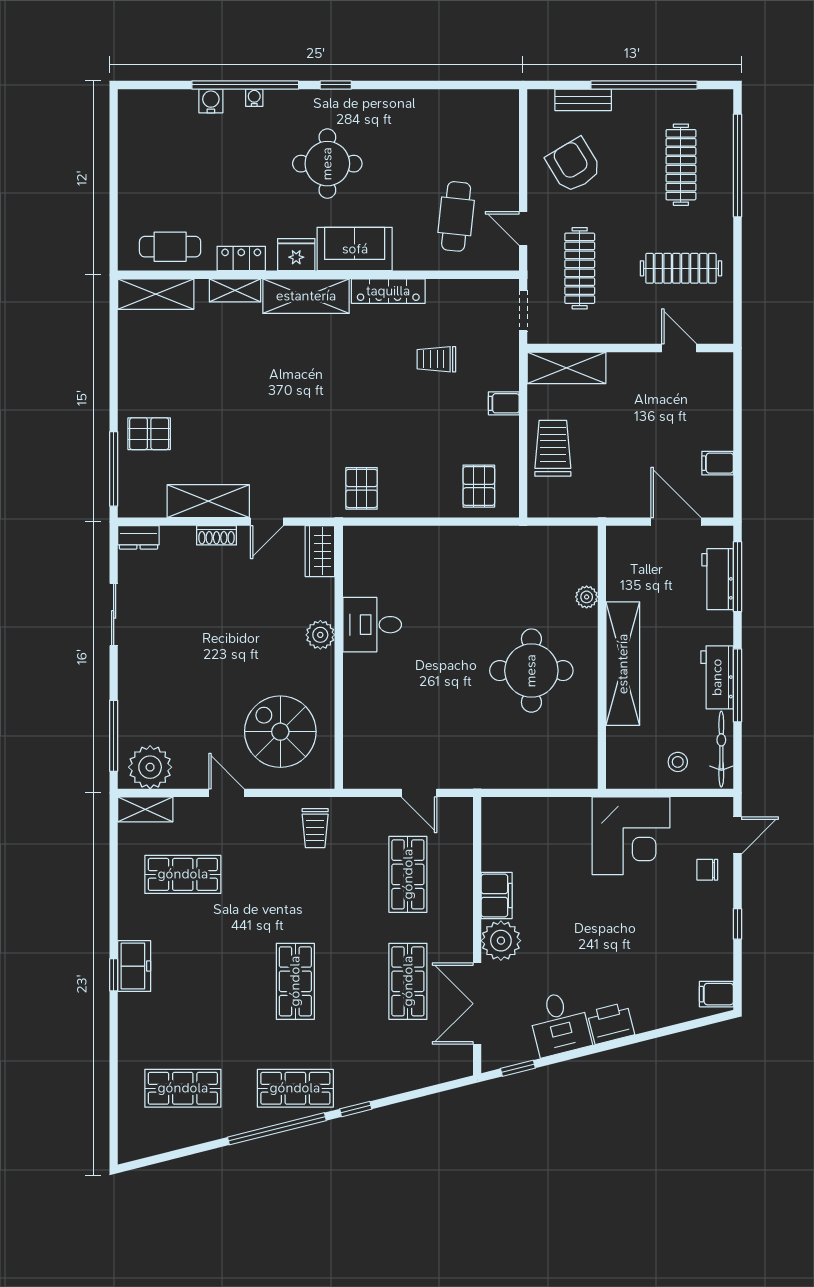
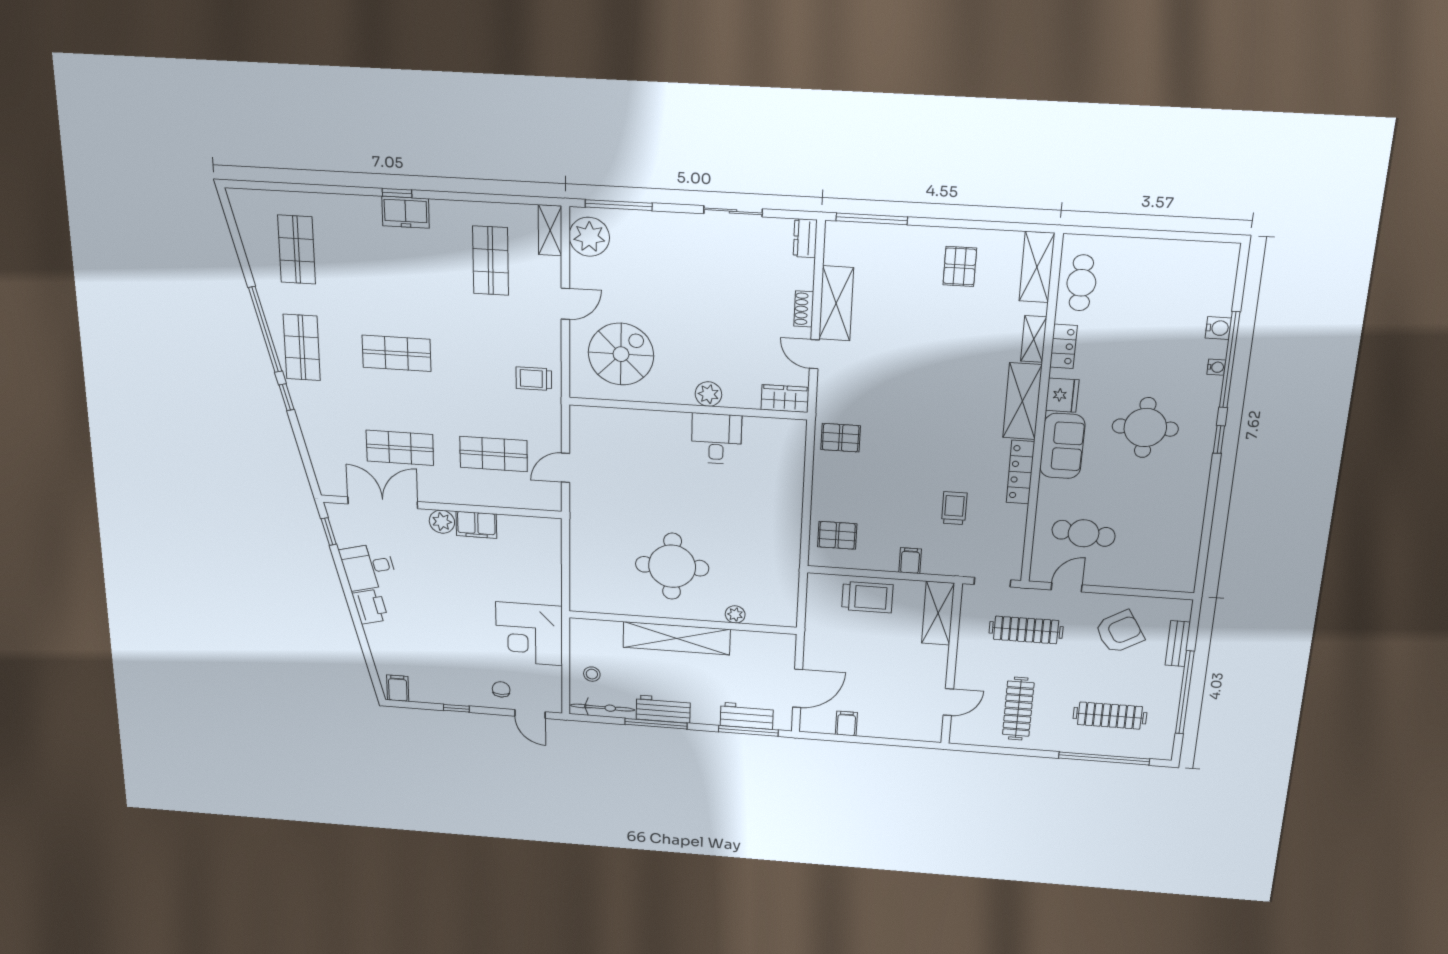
pallet: (149, 434) -> (960, 266), moved
plant: (501, 941) -> (442, 522), width x0.73, depth x0.73

